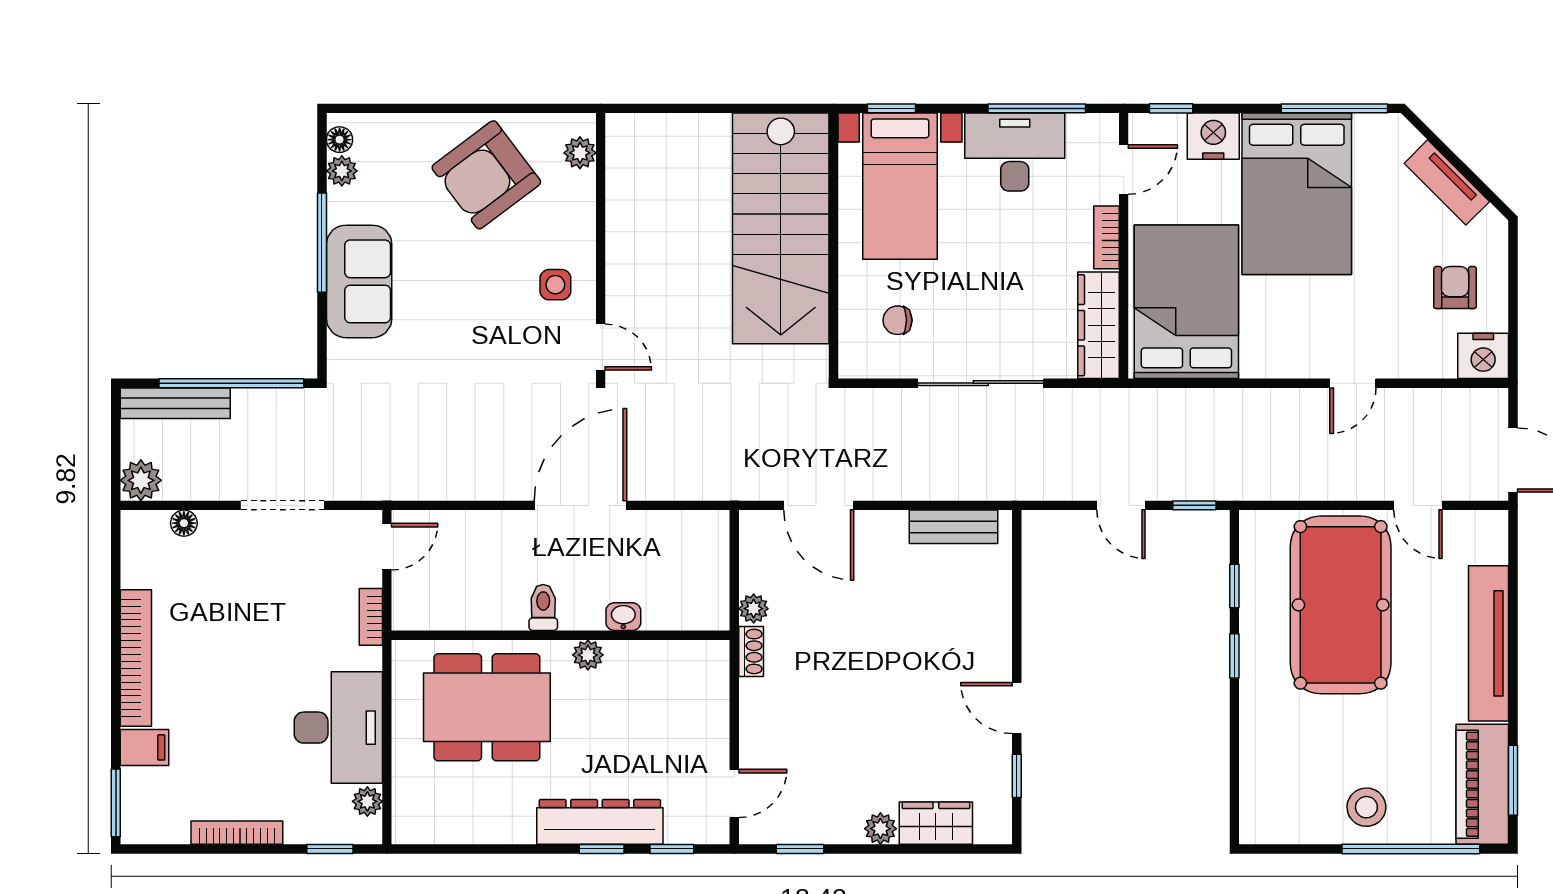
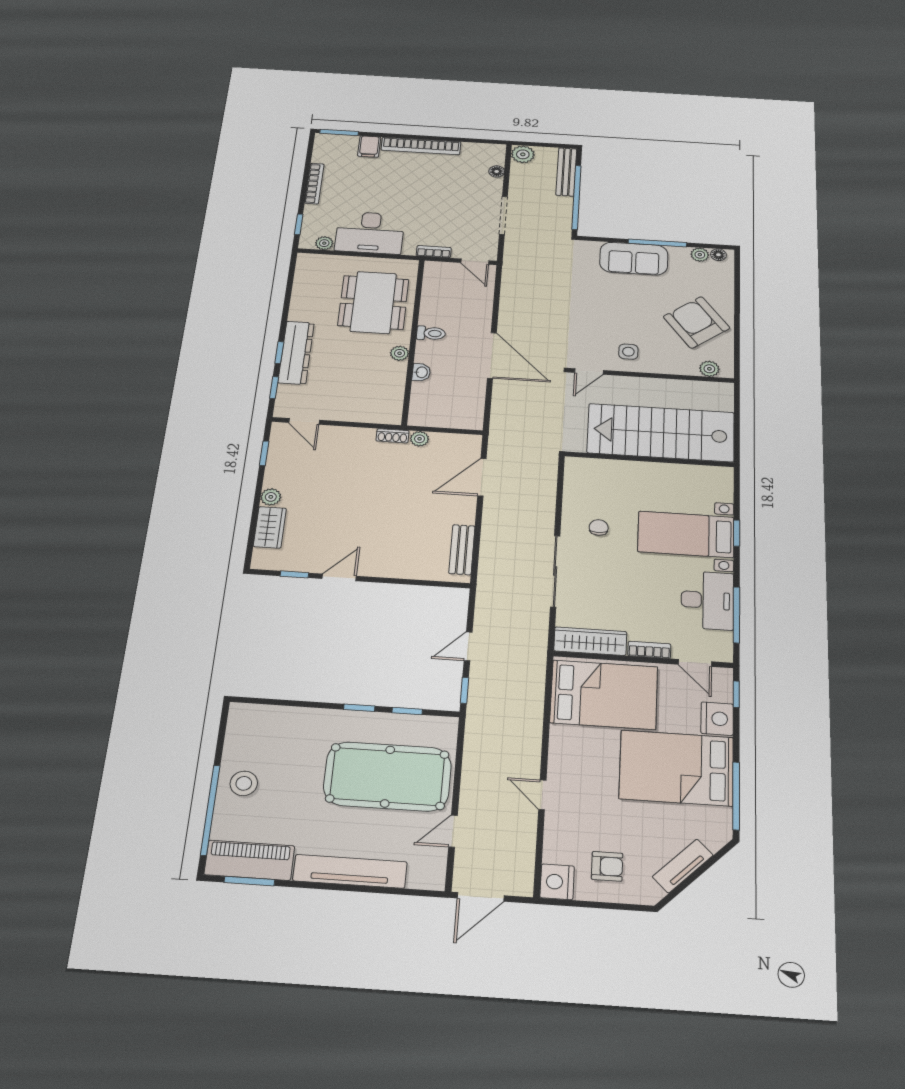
stairs: (781, 228) -> (661, 433), moved
wall: (833, 246) -> (649, 459), moved

